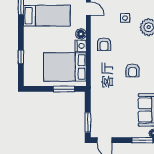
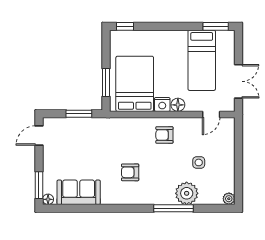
window: (21, 57) -> (125, 26), moved
window: (88, 123) -> (79, 114), moved

